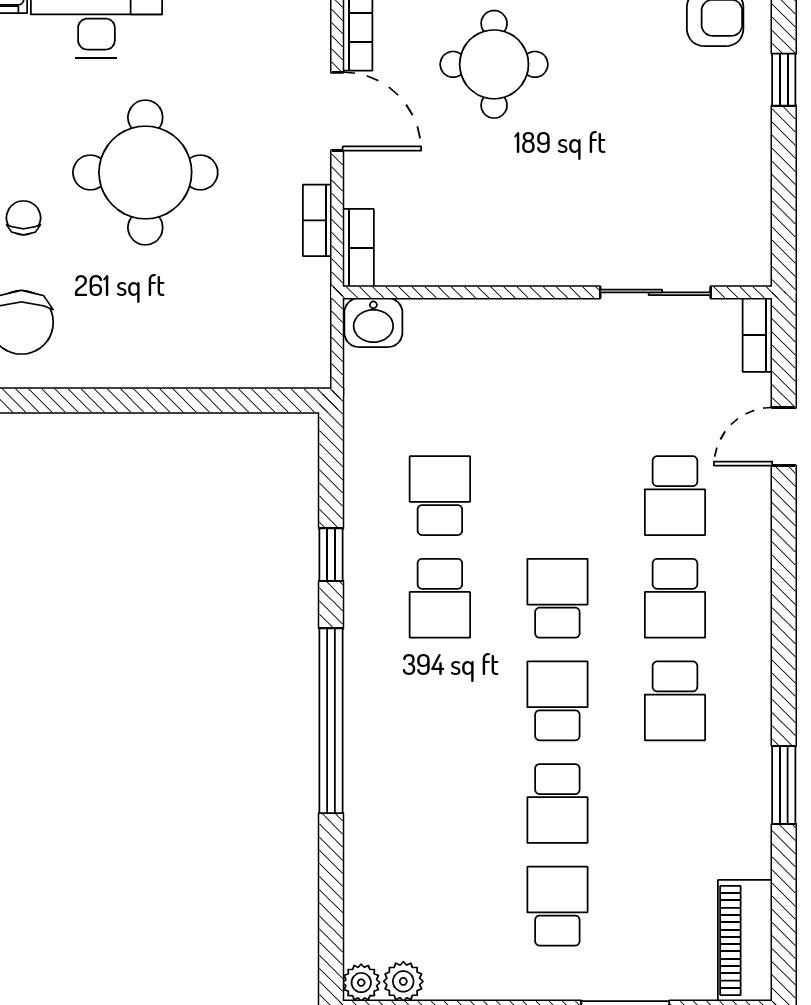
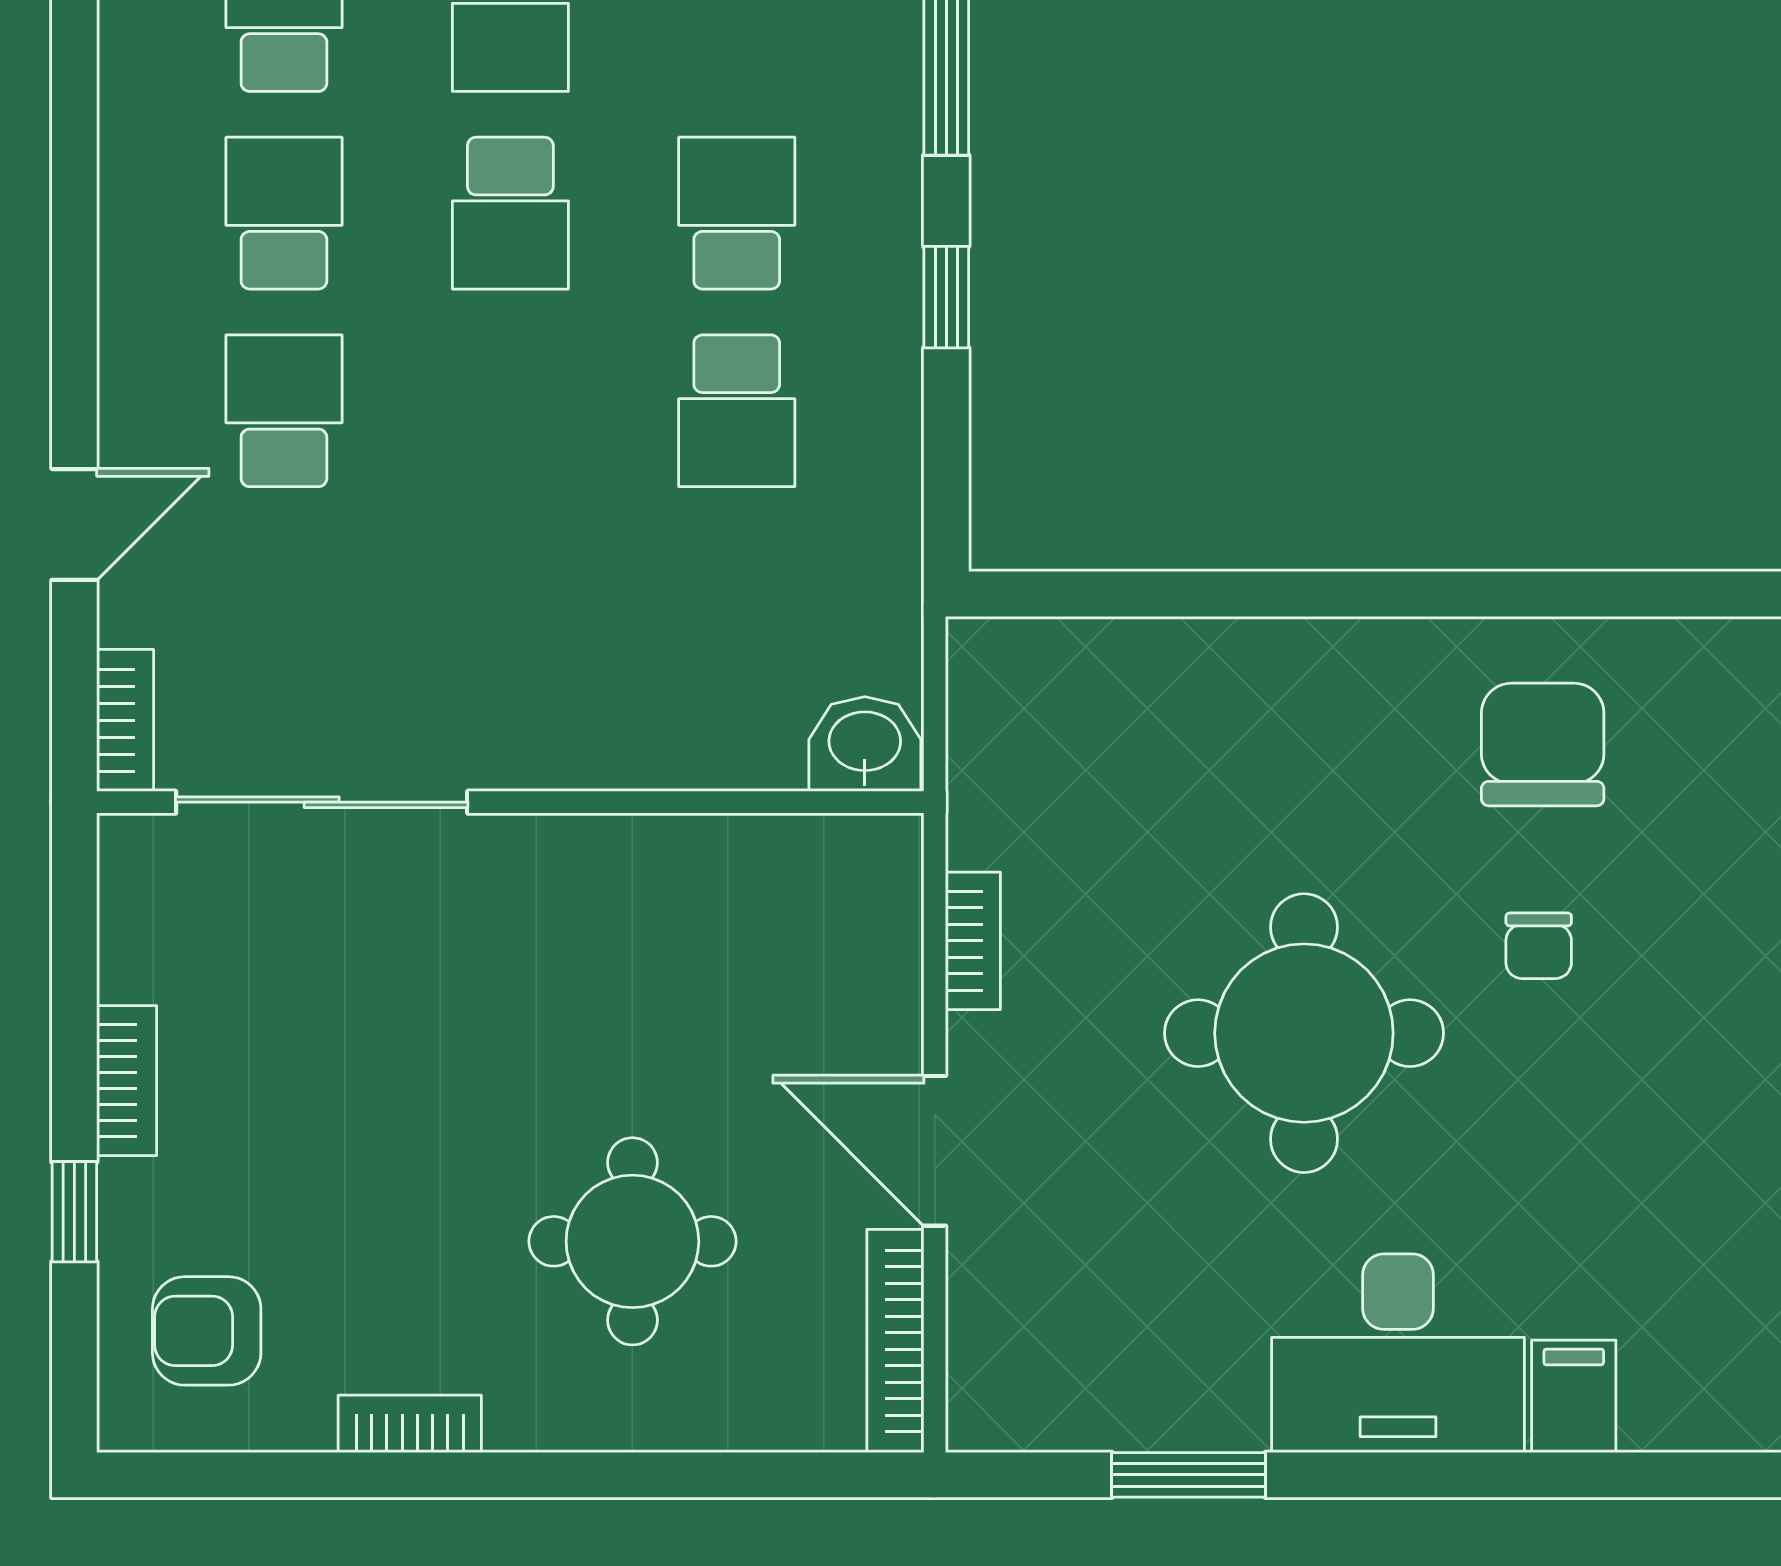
bookcase: (358, 248) -> (127, 1081), moved, turned 180
sliding door: (655, 292) -> (322, 802), width x1.37

